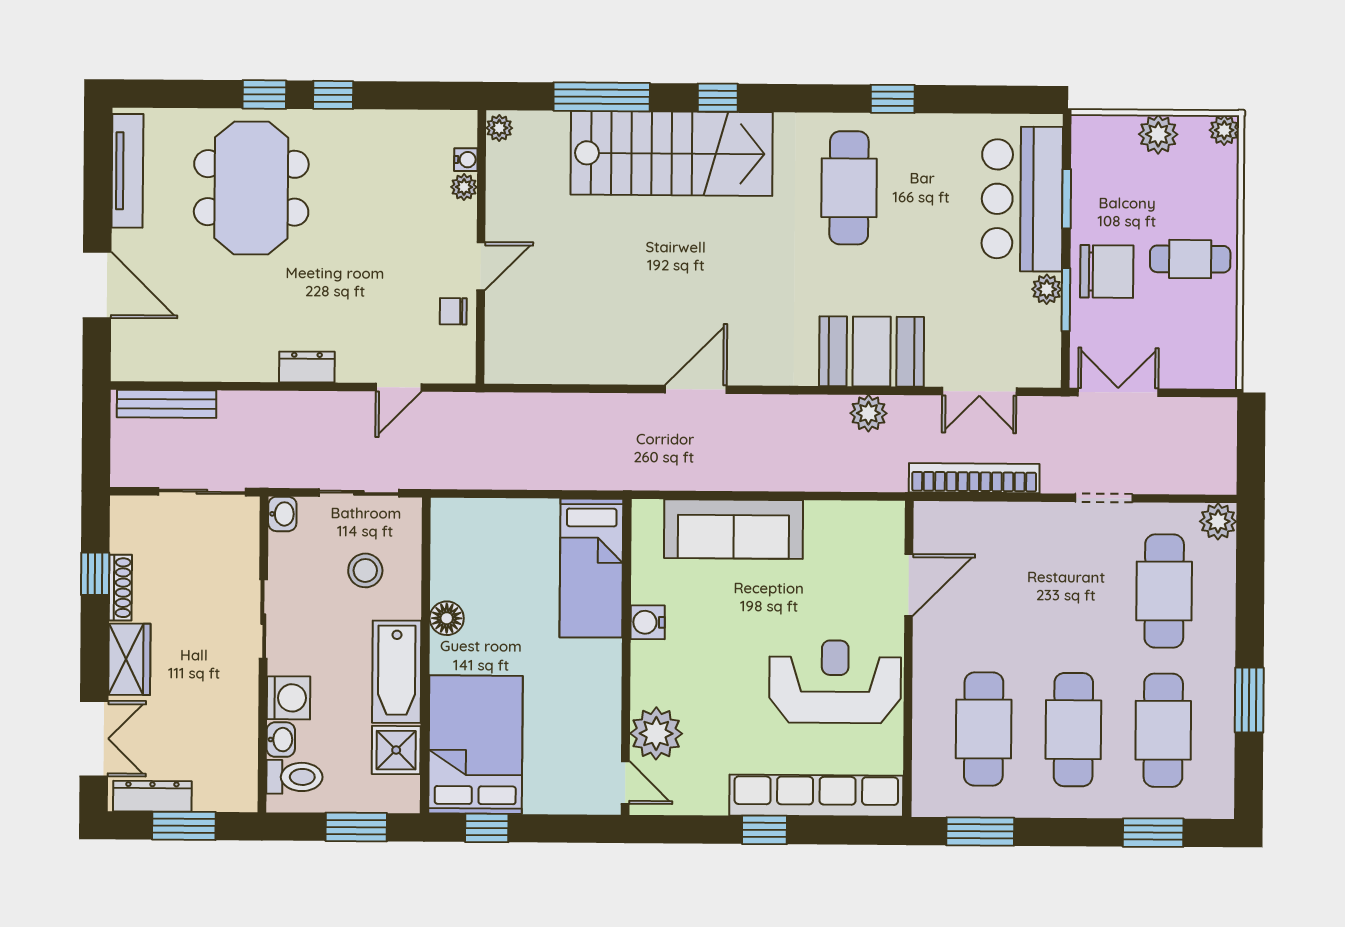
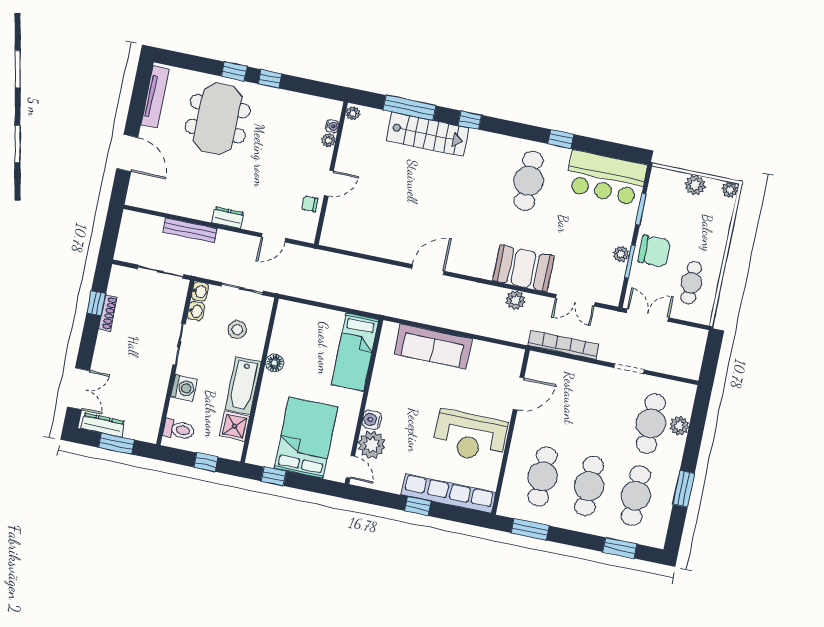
stairs: (672, 153) -> (428, 134), width x0.73, depth x0.66
bar counter: (1022, 199) -> (606, 178), moved, turned -90
cafe table: (1190, 259) -> (691, 283), moved, turned 90
bench: (167, 404) -> (190, 230), moved
plant: (1218, 521) -> (679, 426), moved
water cooler: (648, 622) -> (372, 420), moved
wardrobe: (129, 659) -> (105, 351), removed
reception desk: (835, 682) -> (470, 436), turned 180
washbasin: (281, 740) -> (196, 311), moved
bed: (476, 745) -> (306, 438), moved
window: (356, 827) -> (206, 462), width x0.67

